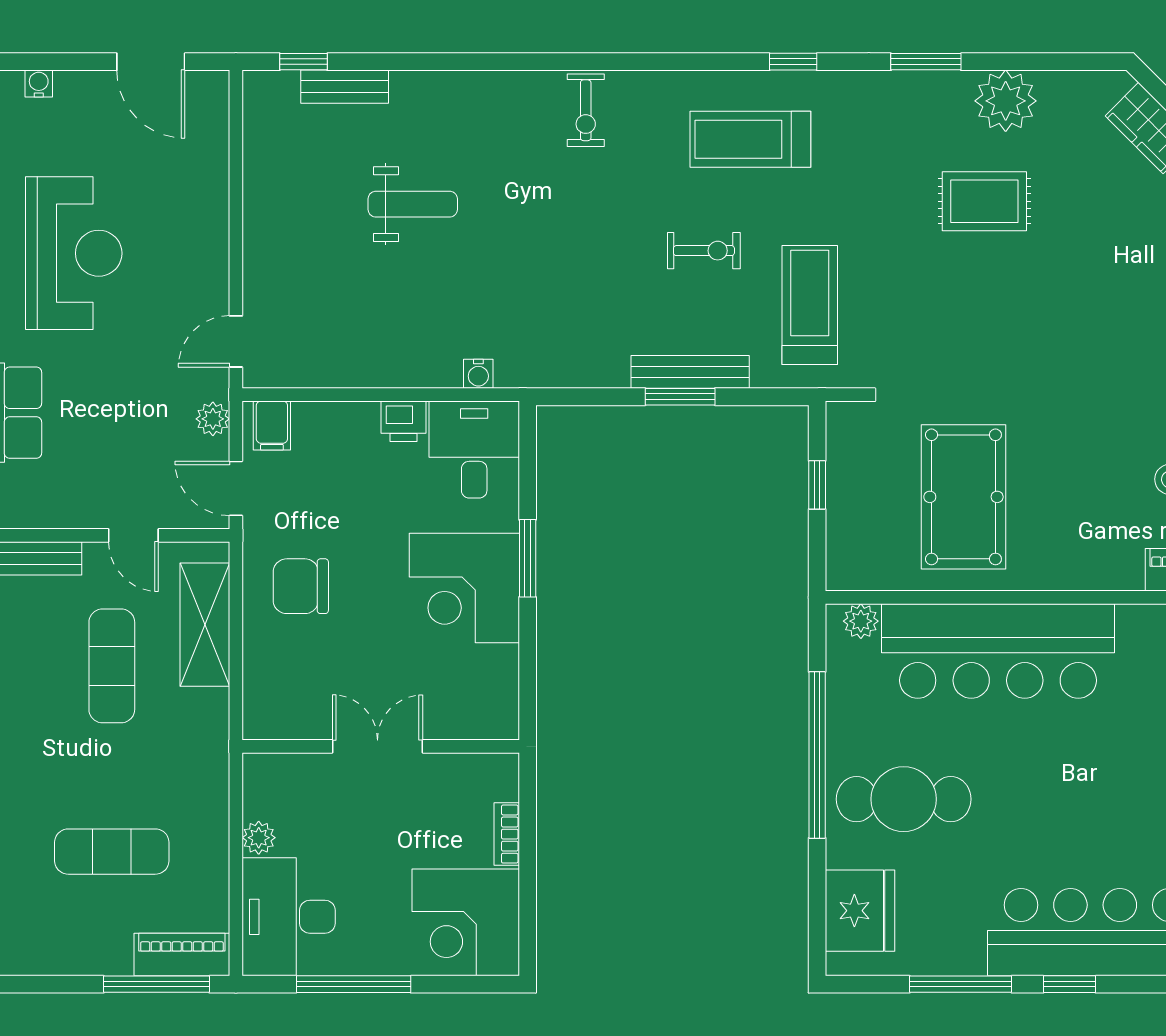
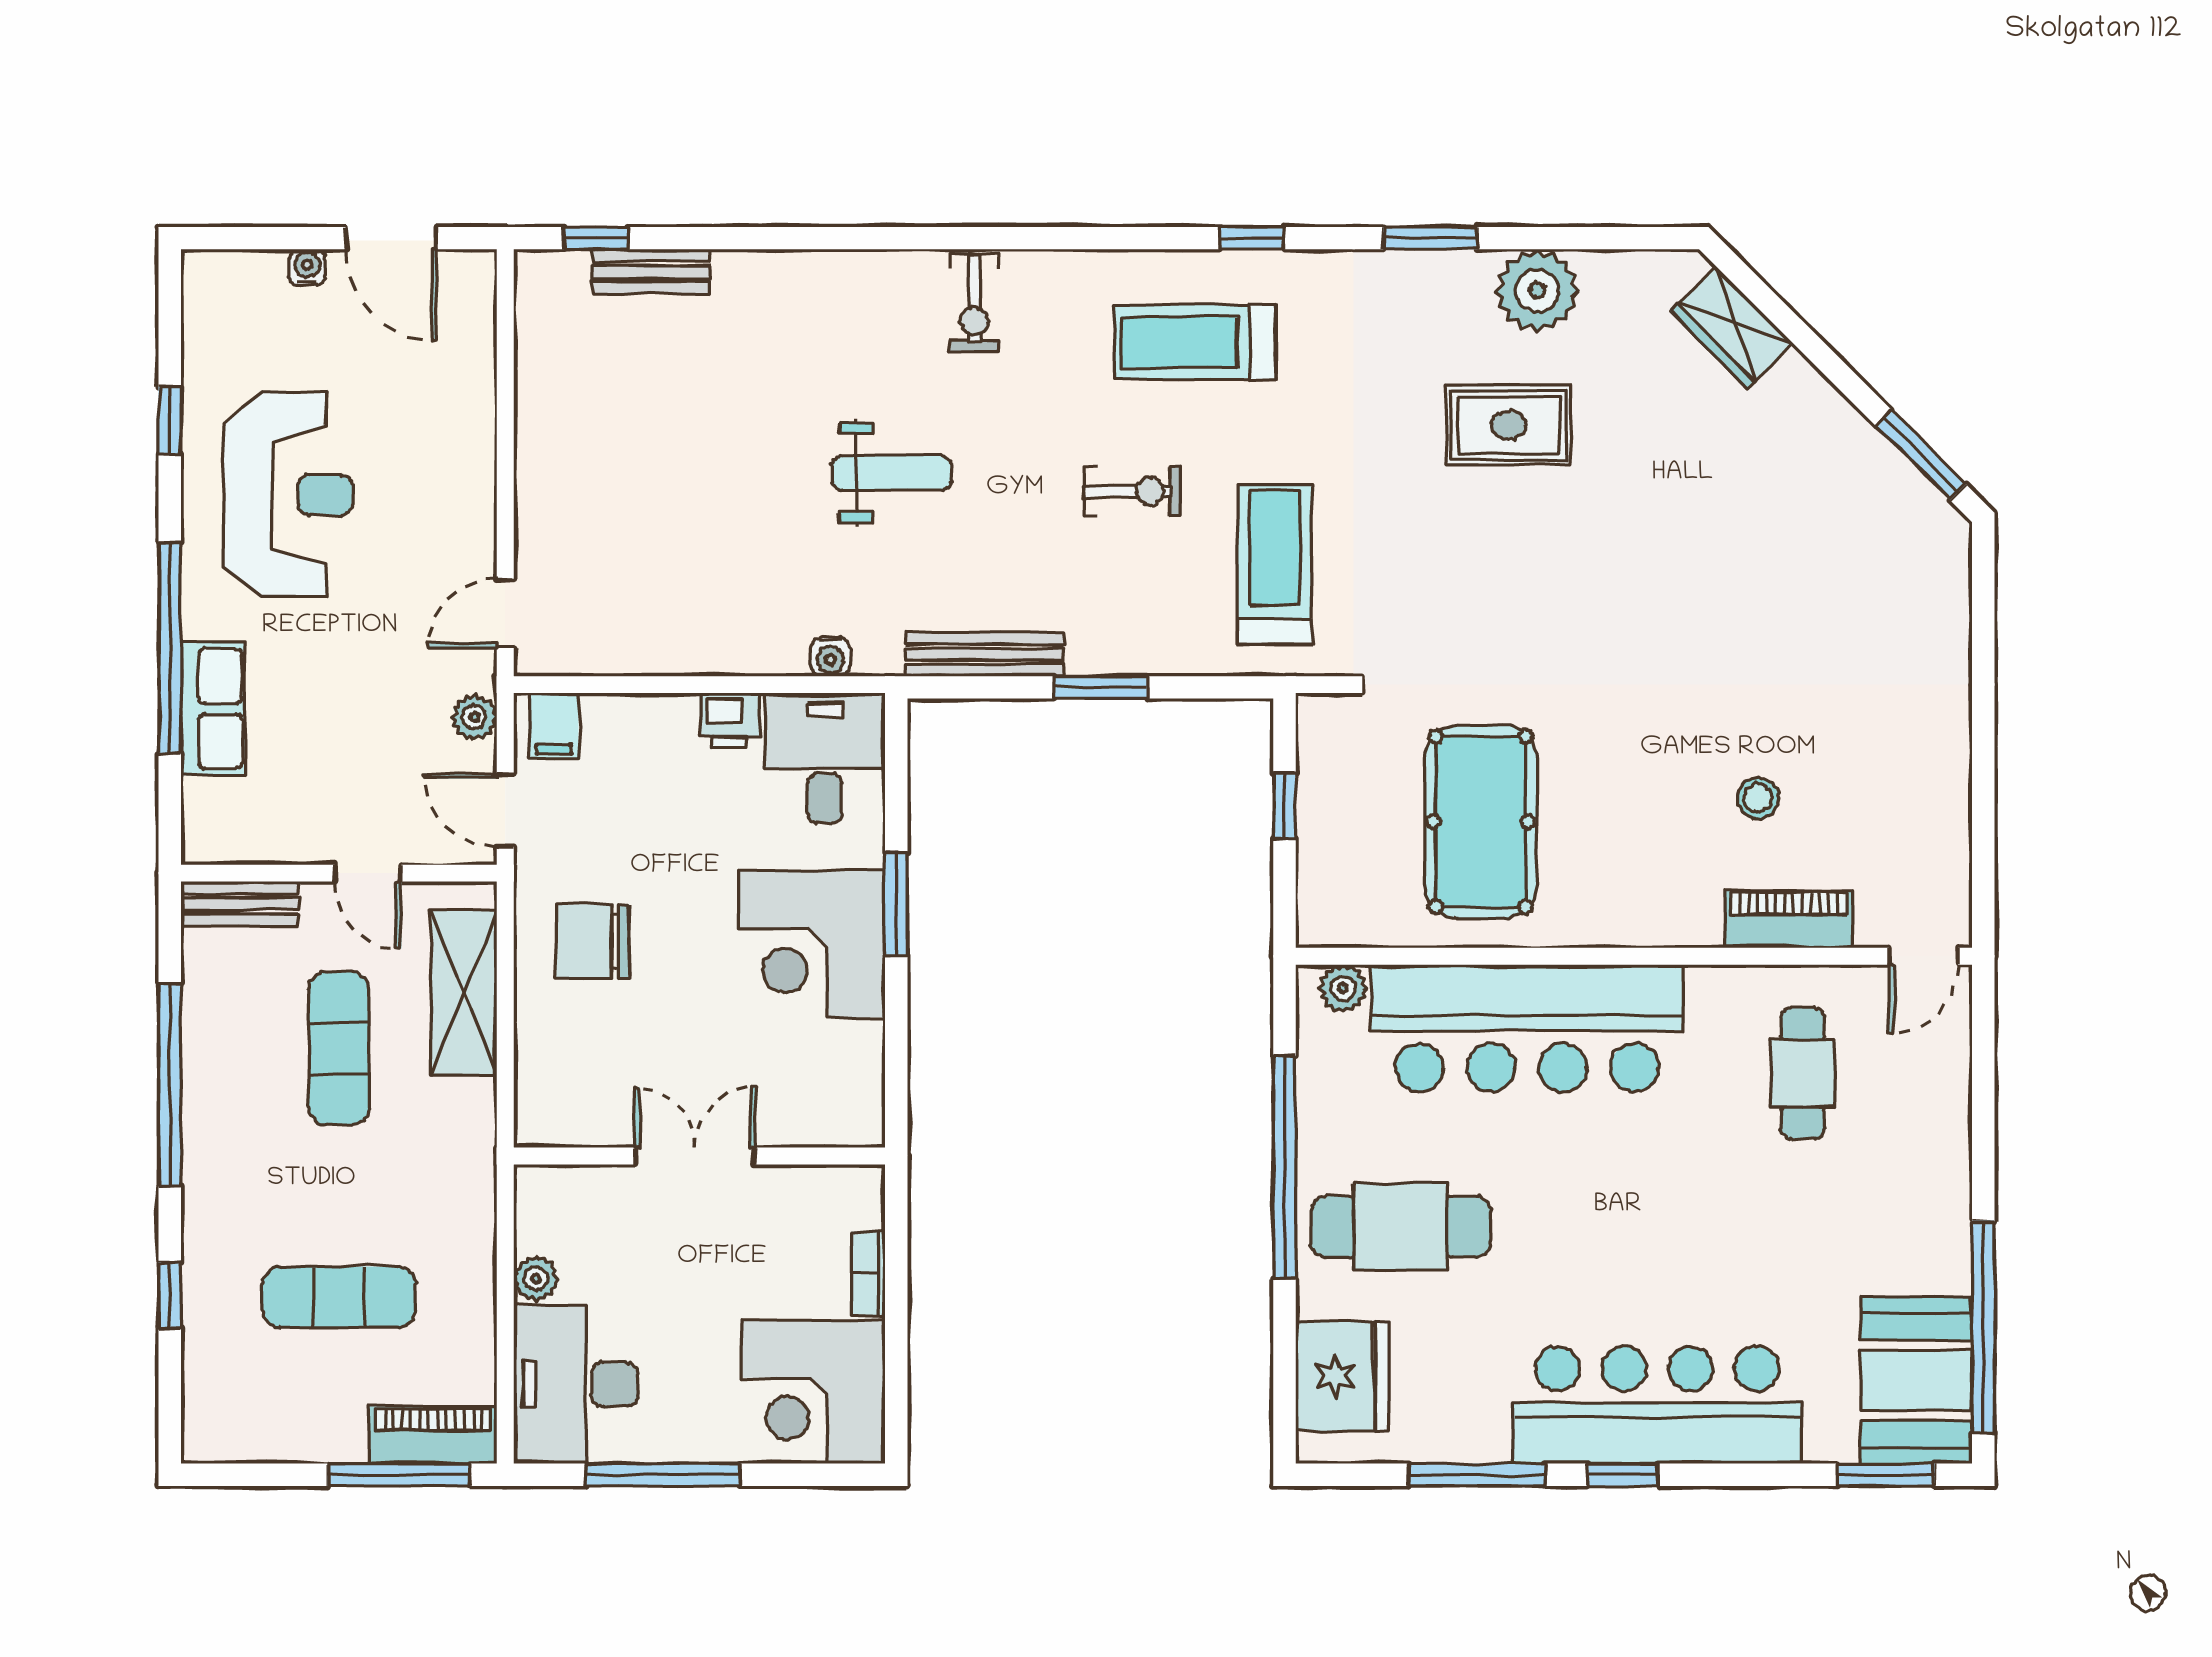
water cooler: (39, 84) -> (307, 267), moved
weight bench: (413, 204) -> (892, 473), moved
bench: (690, 372) -> (985, 654), moved

